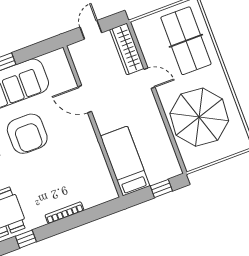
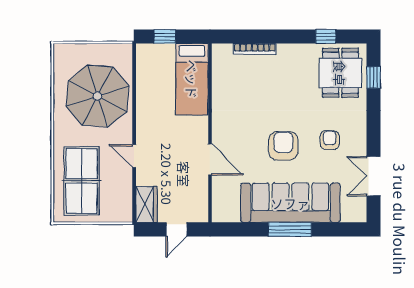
wardrobe: (127, 49) -> (146, 204), width x0.67
armchair: (27, 134) -> (283, 146), width x0.73, depth x0.73
bookcase: (64, 213) -> (255, 49), moved

